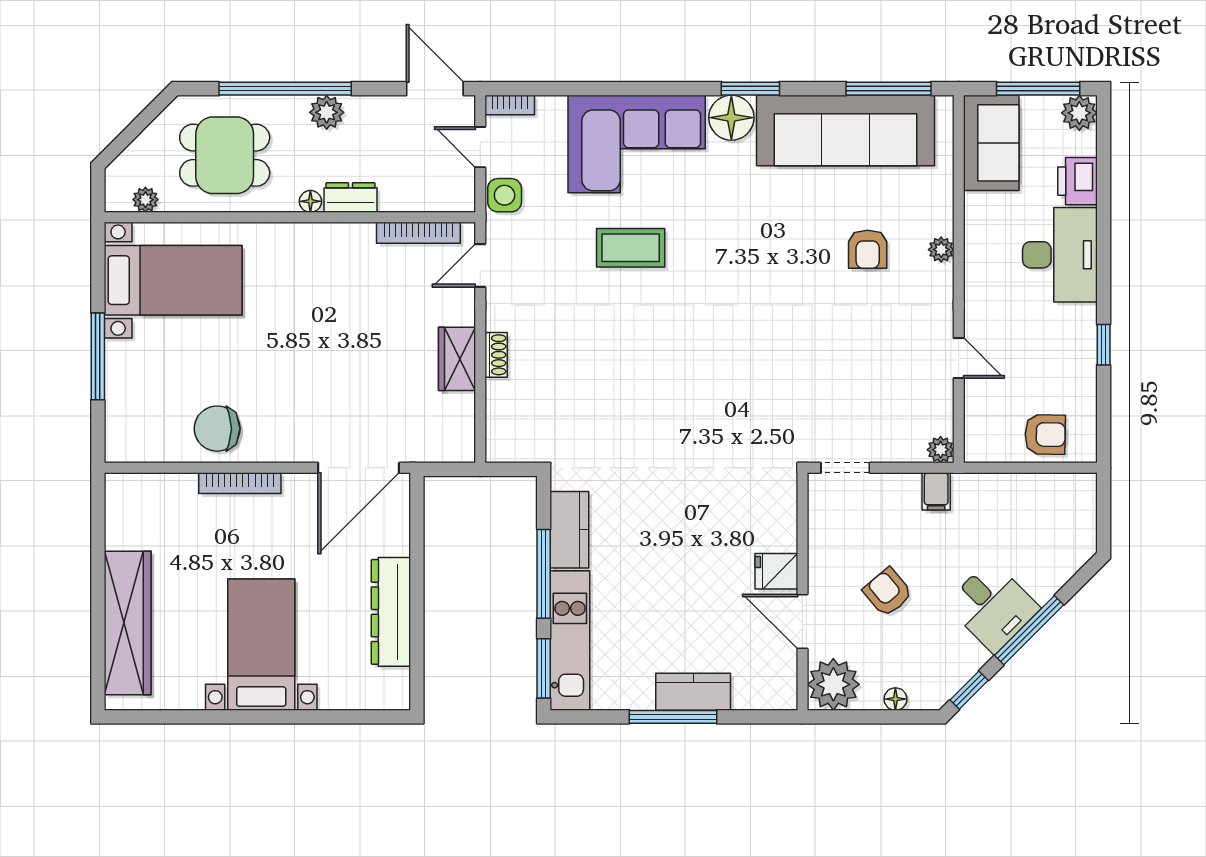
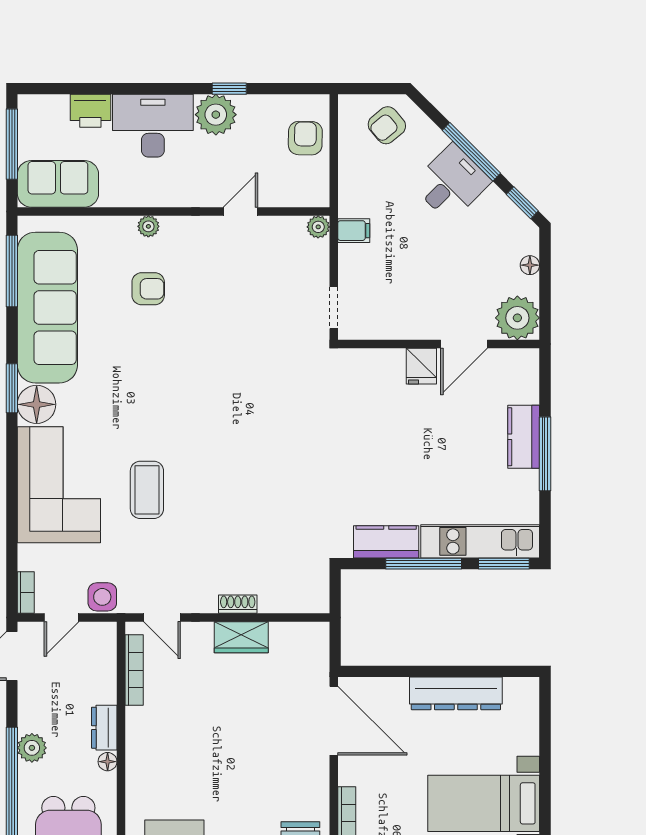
plant: (1079, 113) -> (216, 115), moved, width x1.36, depth x1.36
armchair: (888, 592) -> (387, 125), moved

